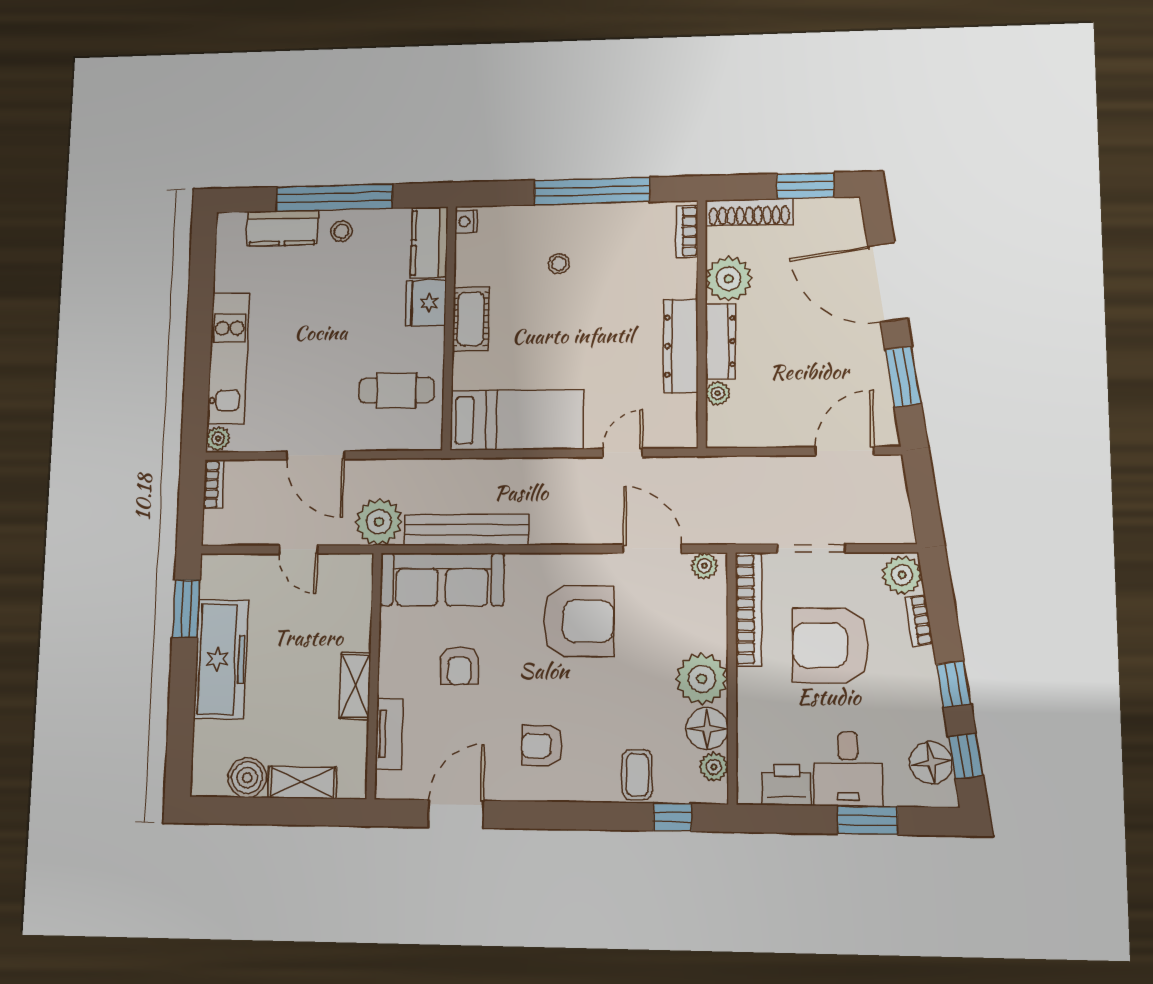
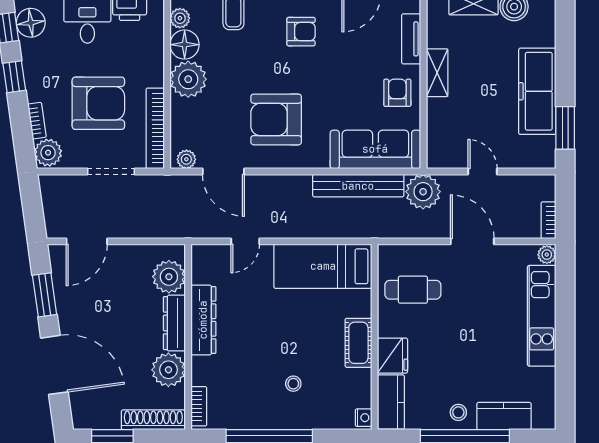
plant: (718, 393) -> (169, 277), width x1.88, depth x1.88
armchair: (459, 666) -> (397, 93), moved

